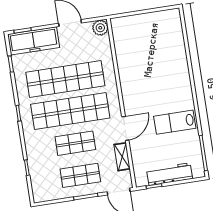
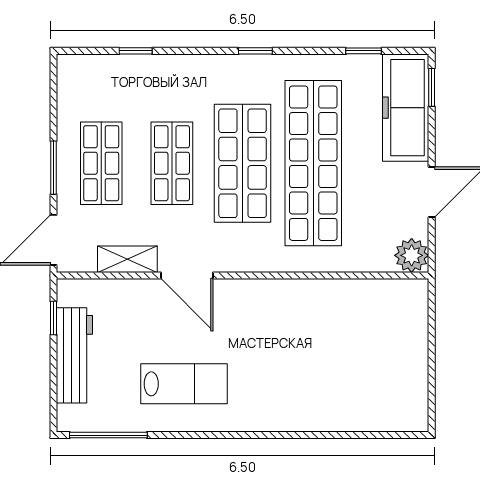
shop shelf: (70, 111) -> (243, 163), width x0.71
lab bench: (175, 122) -> (184, 384), turned 90

